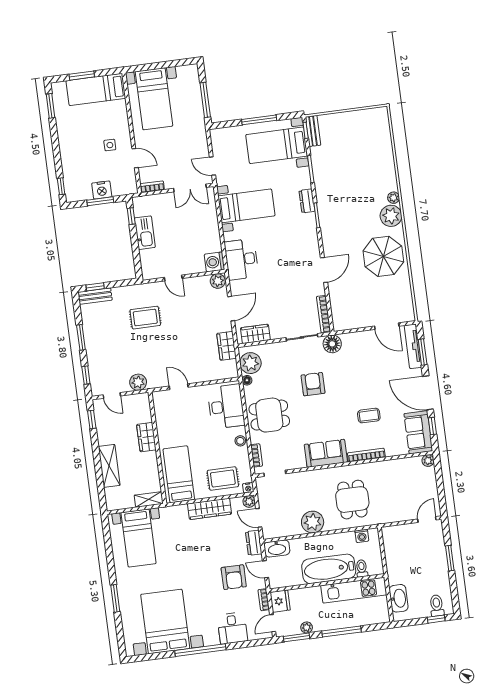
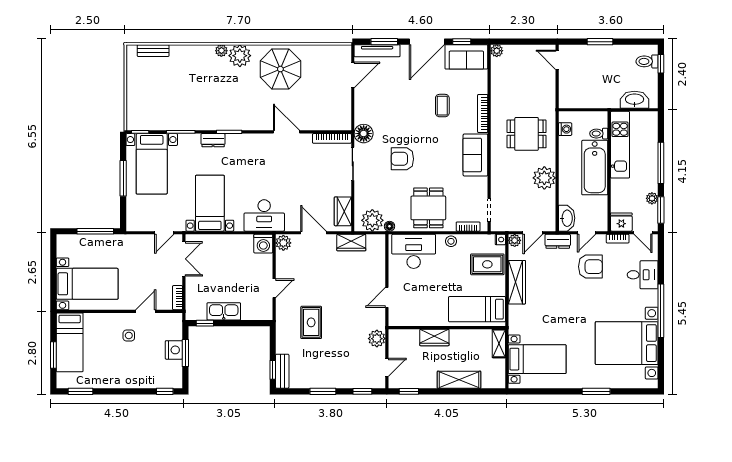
bench: (313, 131) -> (153, 51), moved
rug: (223, 478) -> (487, 264), turned 90

